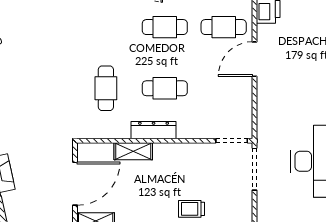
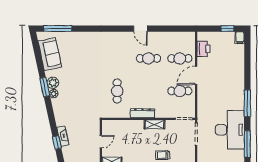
cafe table: (165, 88) -> (180, 91), moved
shelving: (133, 151) -> (155, 124), moved
door: (75, 184) -> (101, 142), width x0.53

